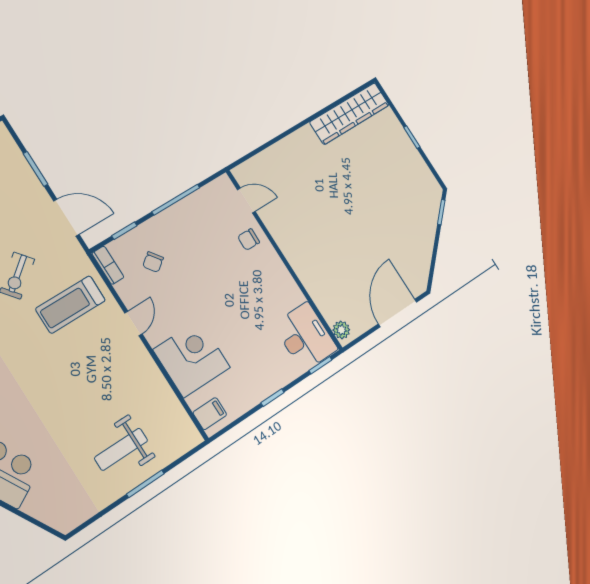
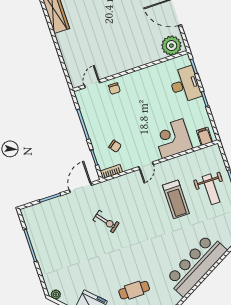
treadmill: (70, 305) -> (176, 199), moved
door: (133, 323) -> (146, 166), swing flipped
plant: (341, 330) -> (171, 46), width x1.88, depth x1.88
desk: (305, 337) -> (185, 85), moved, turned 90

